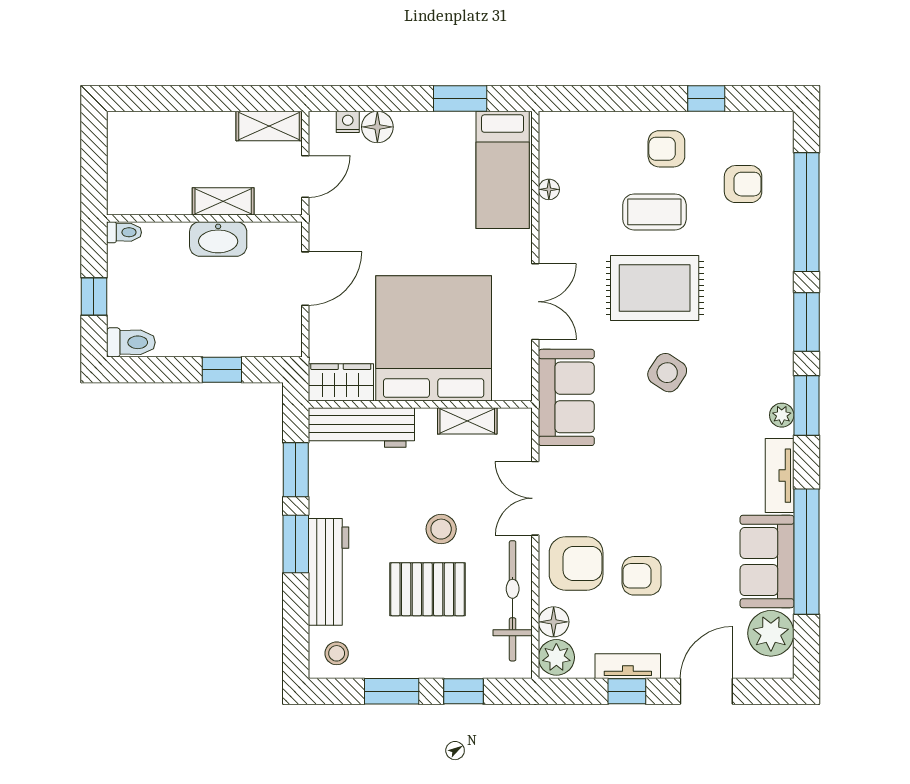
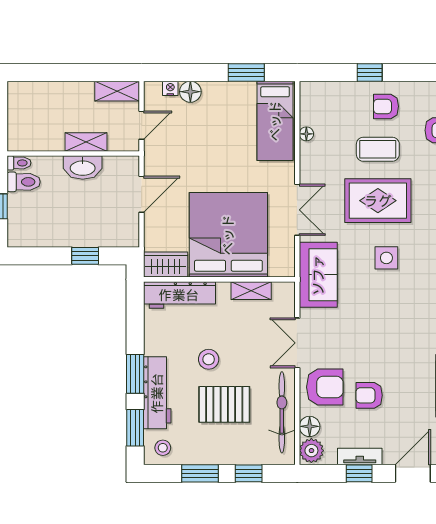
window: (706, 99) -> (370, 73), moved
toilet: (131, 342) -> (24, 182), moved
side table: (667, 373) -> (386, 258), turned -33
window: (296, 470) -> (135, 428), moved
stool: (441, 529) -> (209, 359), moved

